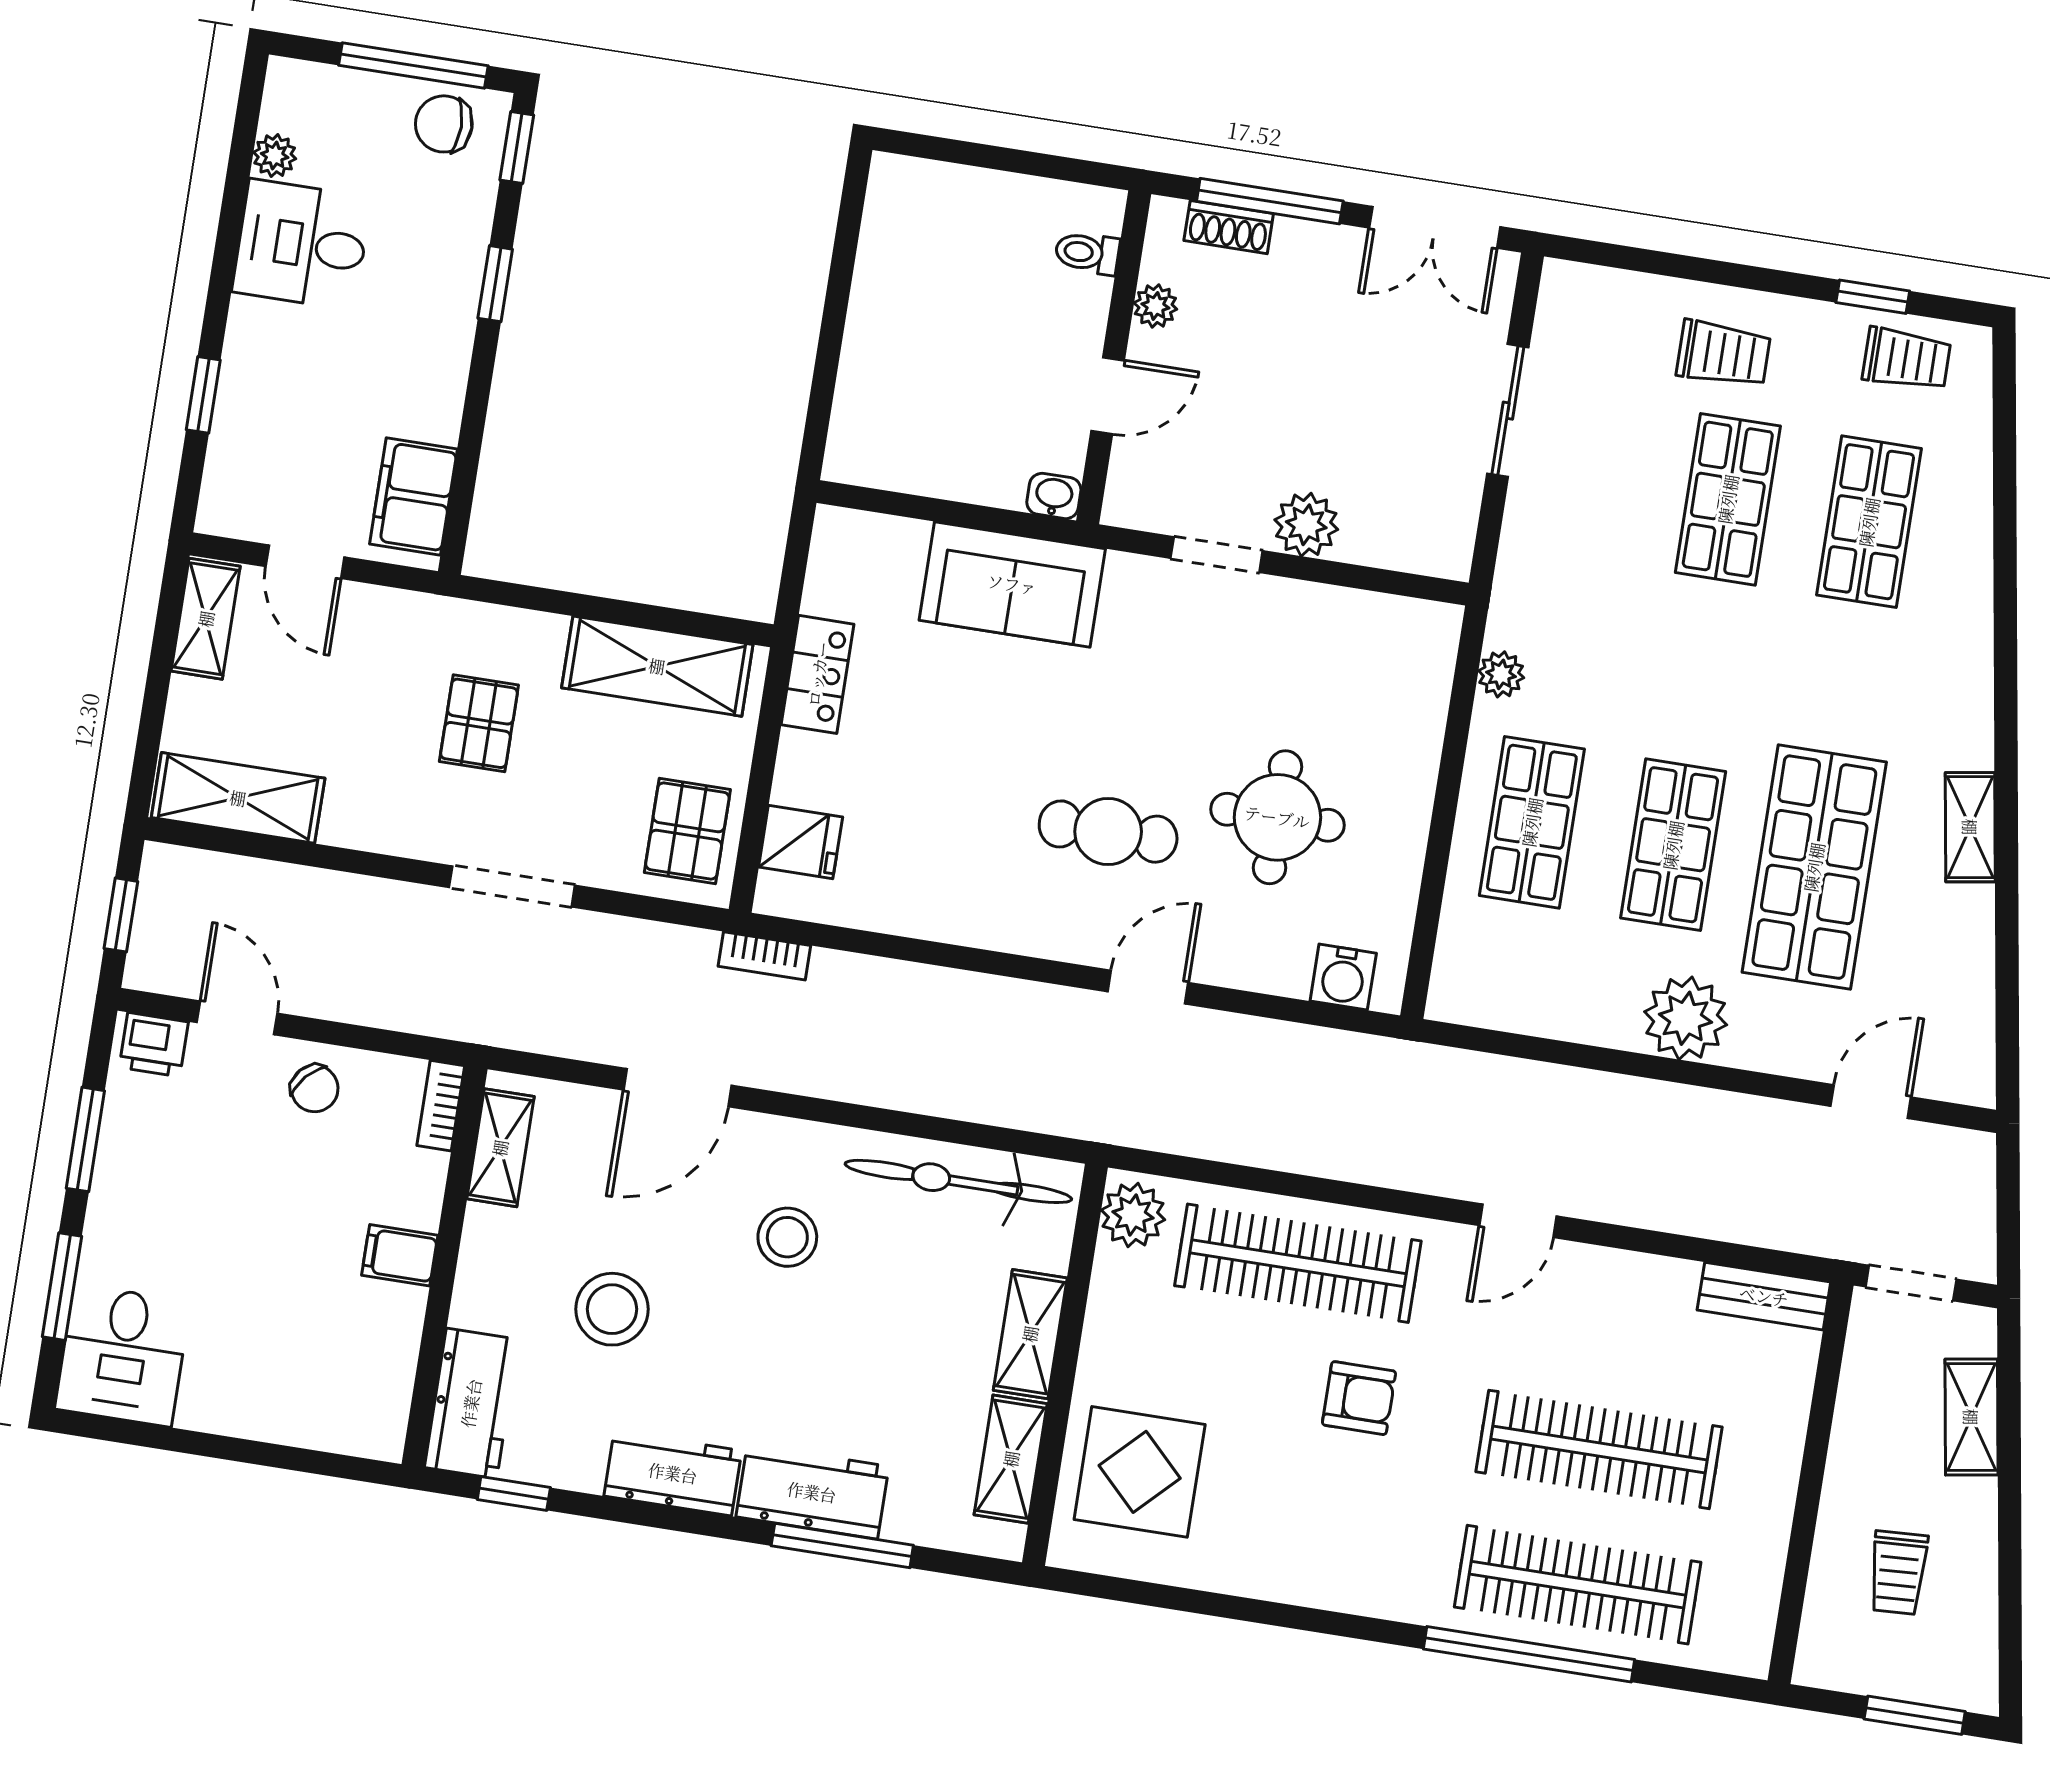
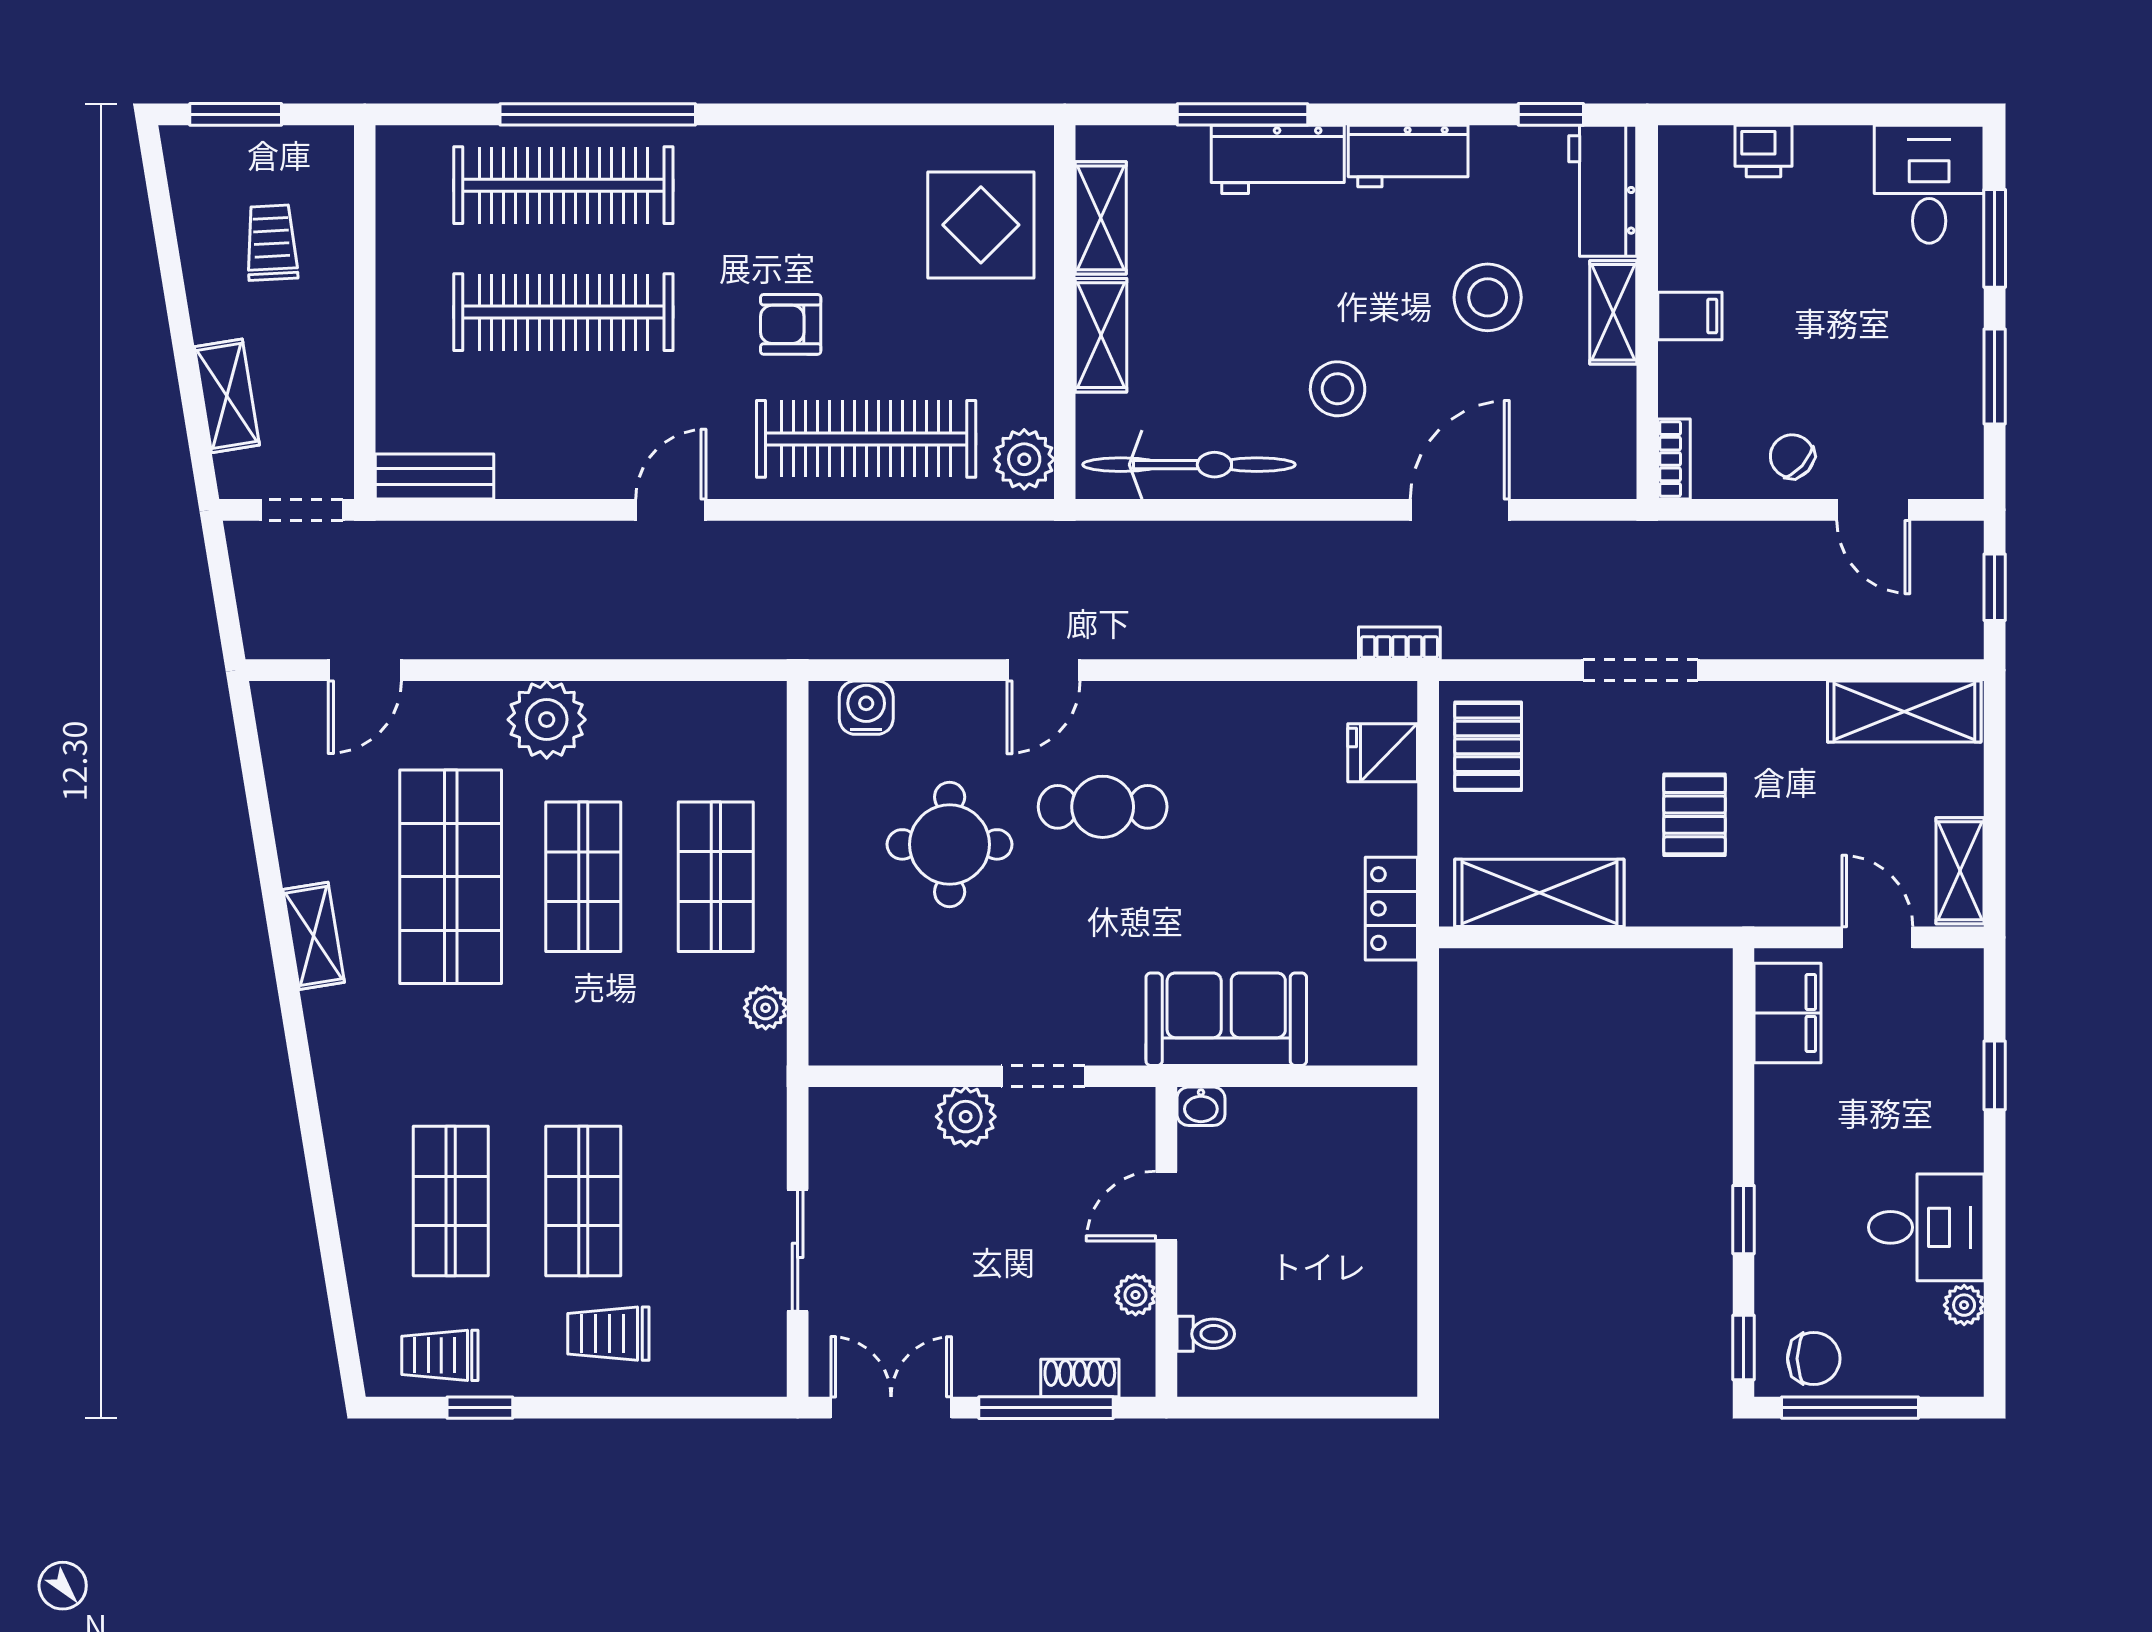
printer: (154, 1045) -> (1763, 151), moved, turned 180
shelving: (500, 1148) -> (1613, 312), moved

